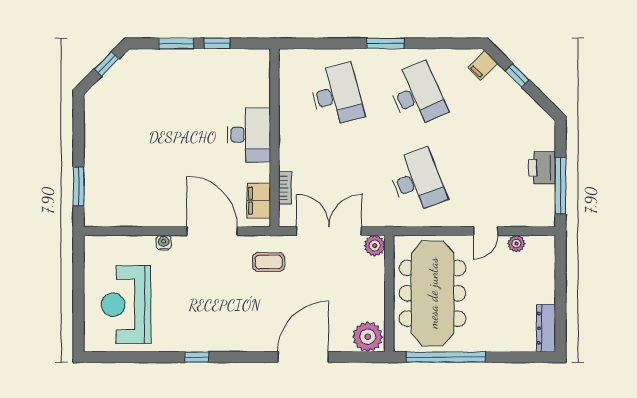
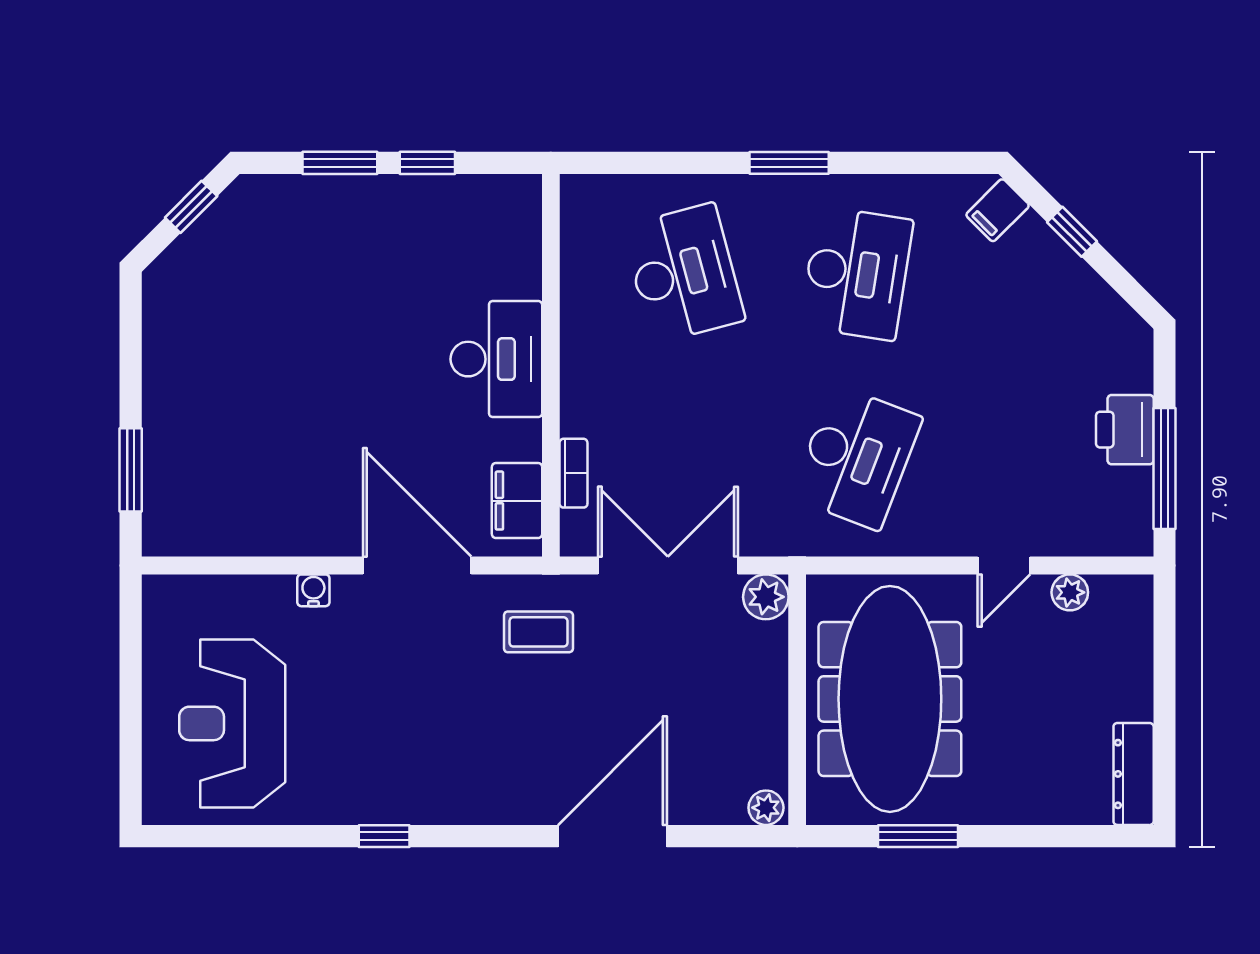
desk: (417, 95) -> (857, 273), turned 33
desk: (417, 181) -> (857, 457), turned 42
plant: (368, 337) -> (766, 808), width x0.53, depth x0.53
window: (446, 357) -> (918, 836), width x0.47

